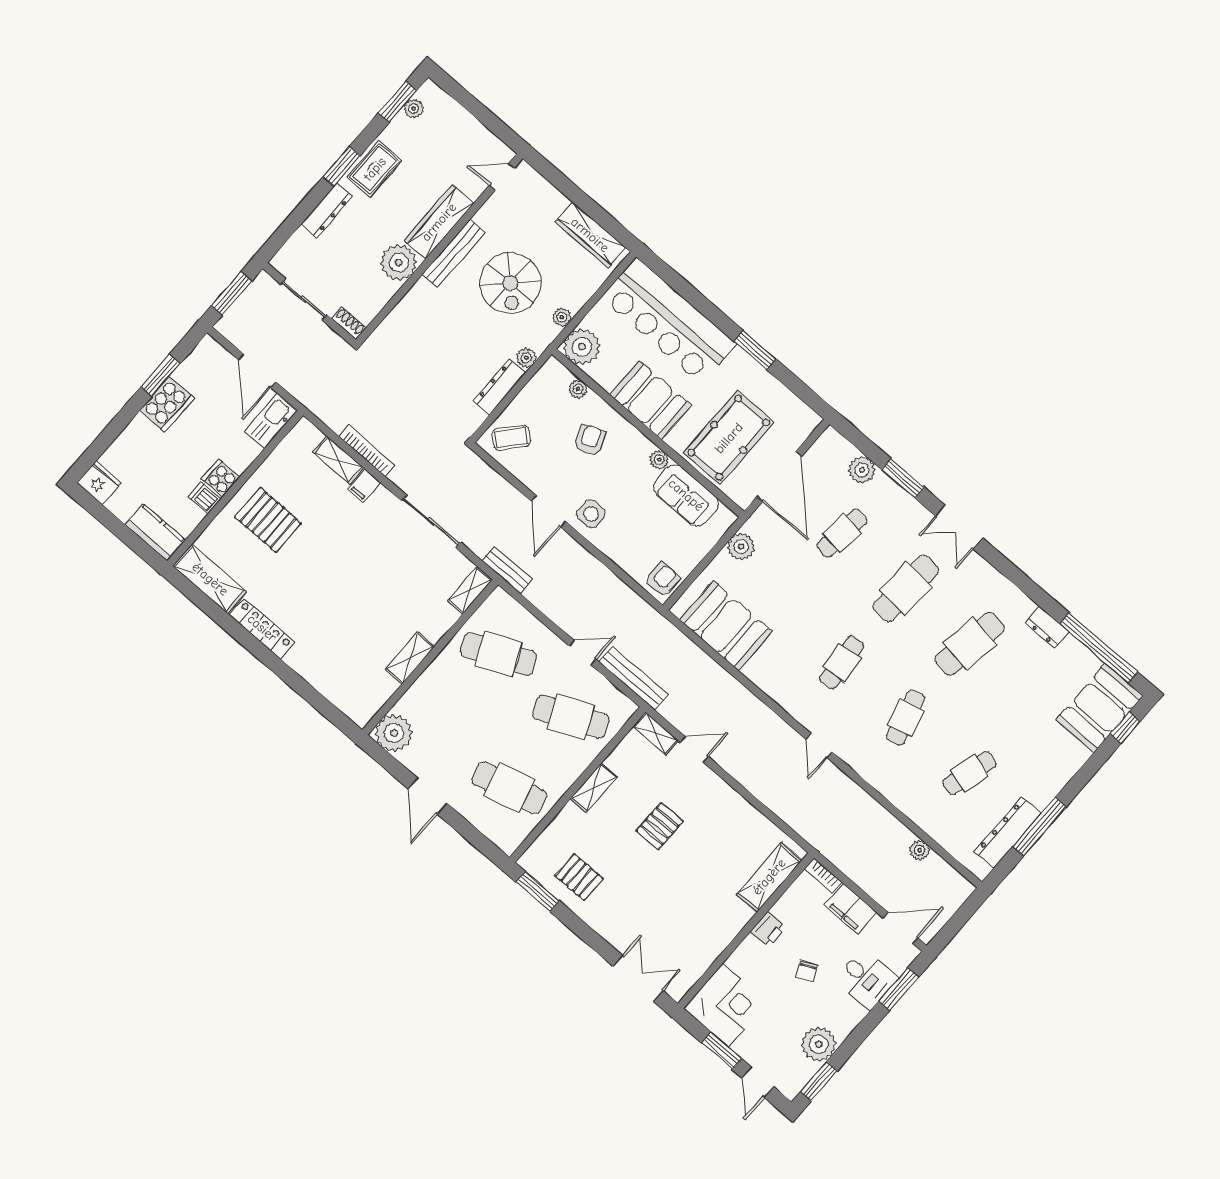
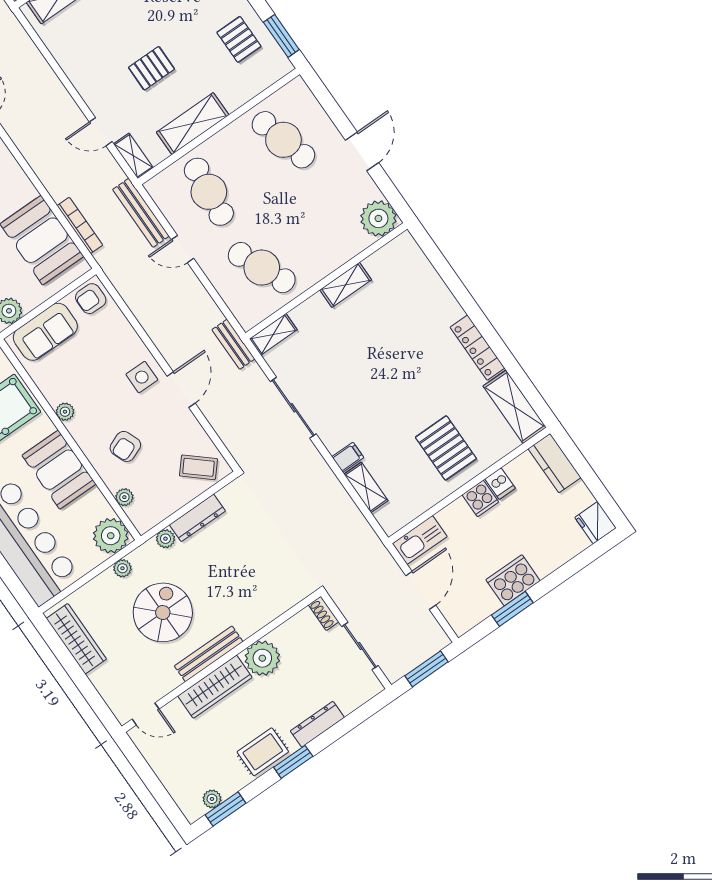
bookcase: (367, 451) -> (80, 225), moved, turned 180
sofa: (686, 495) -> (45, 332), moved, turned 90
cafe table: (571, 717) -> (209, 192), turned 30
shelving: (594, 788) -> (193, 124), width x1.50, depth x1.33

